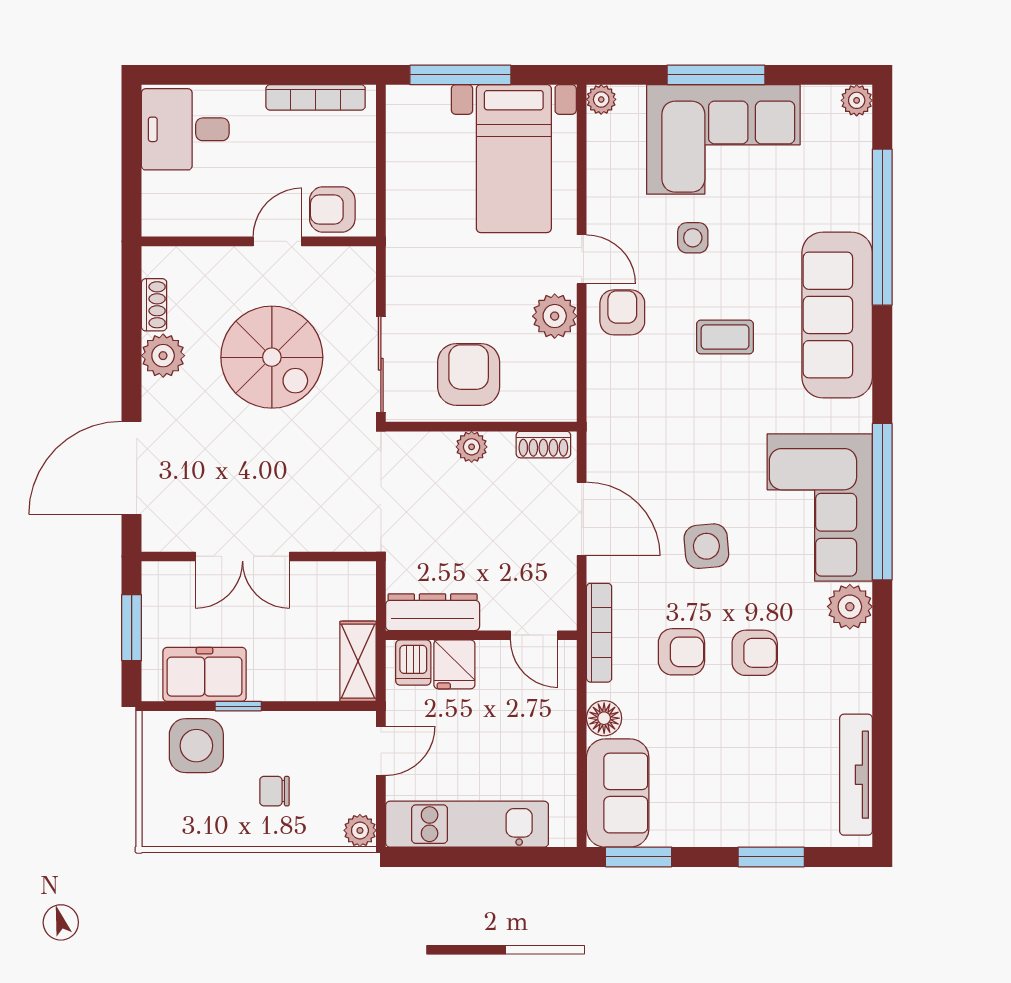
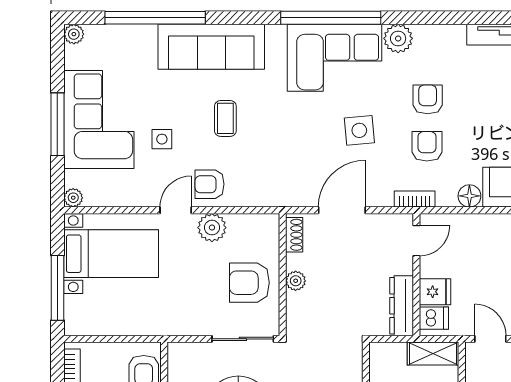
bookcase: (599, 633) -> (415, 199), width x0.64

